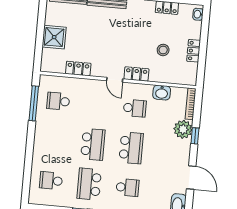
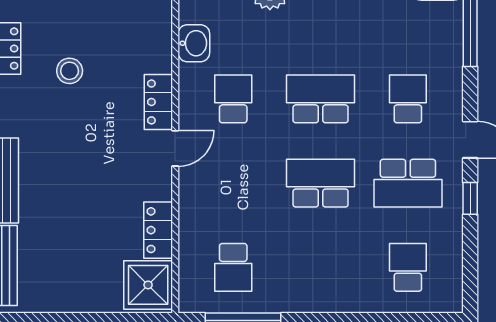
shower: (54, 37) -> (148, 285), moved
stool: (163, 50) -> (70, 71), moved
school desk: (51, 181) -> (408, 267), turned 180

